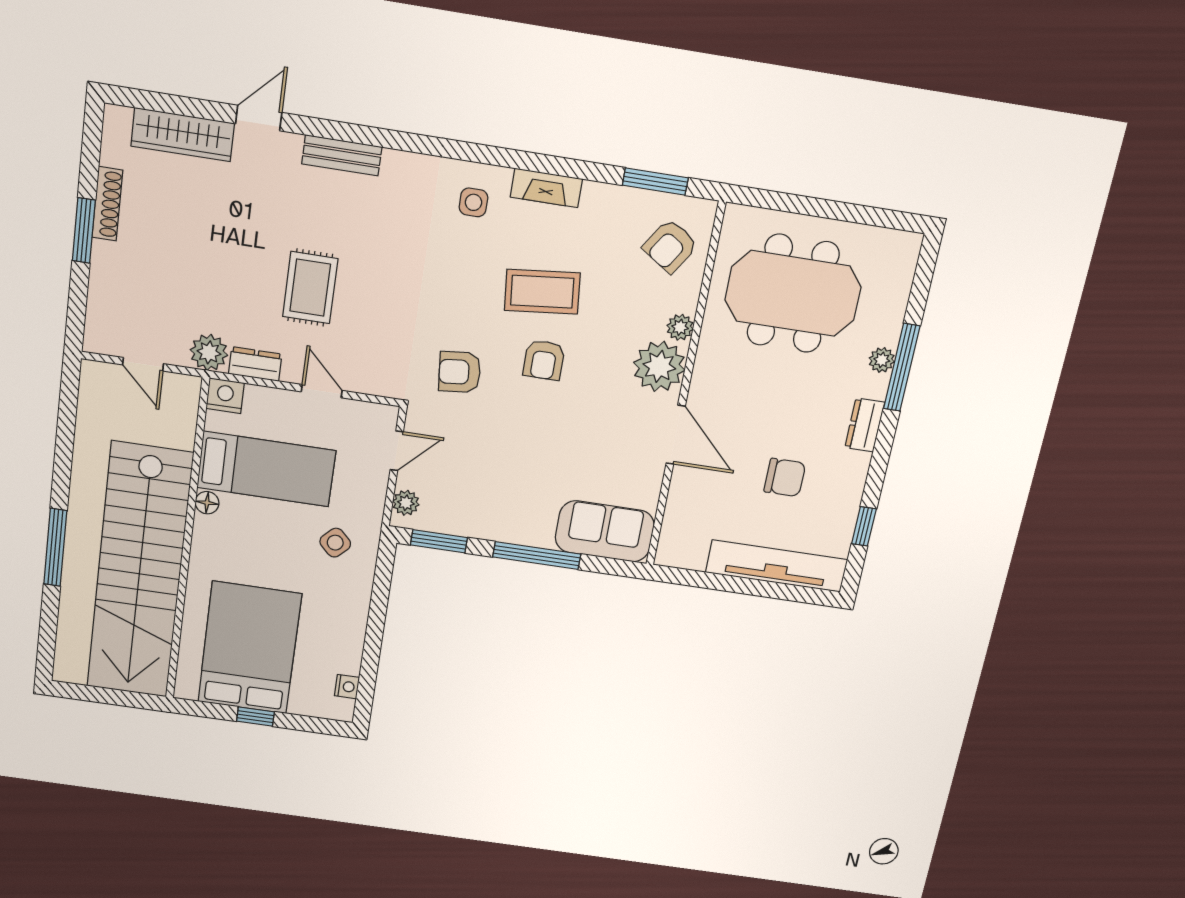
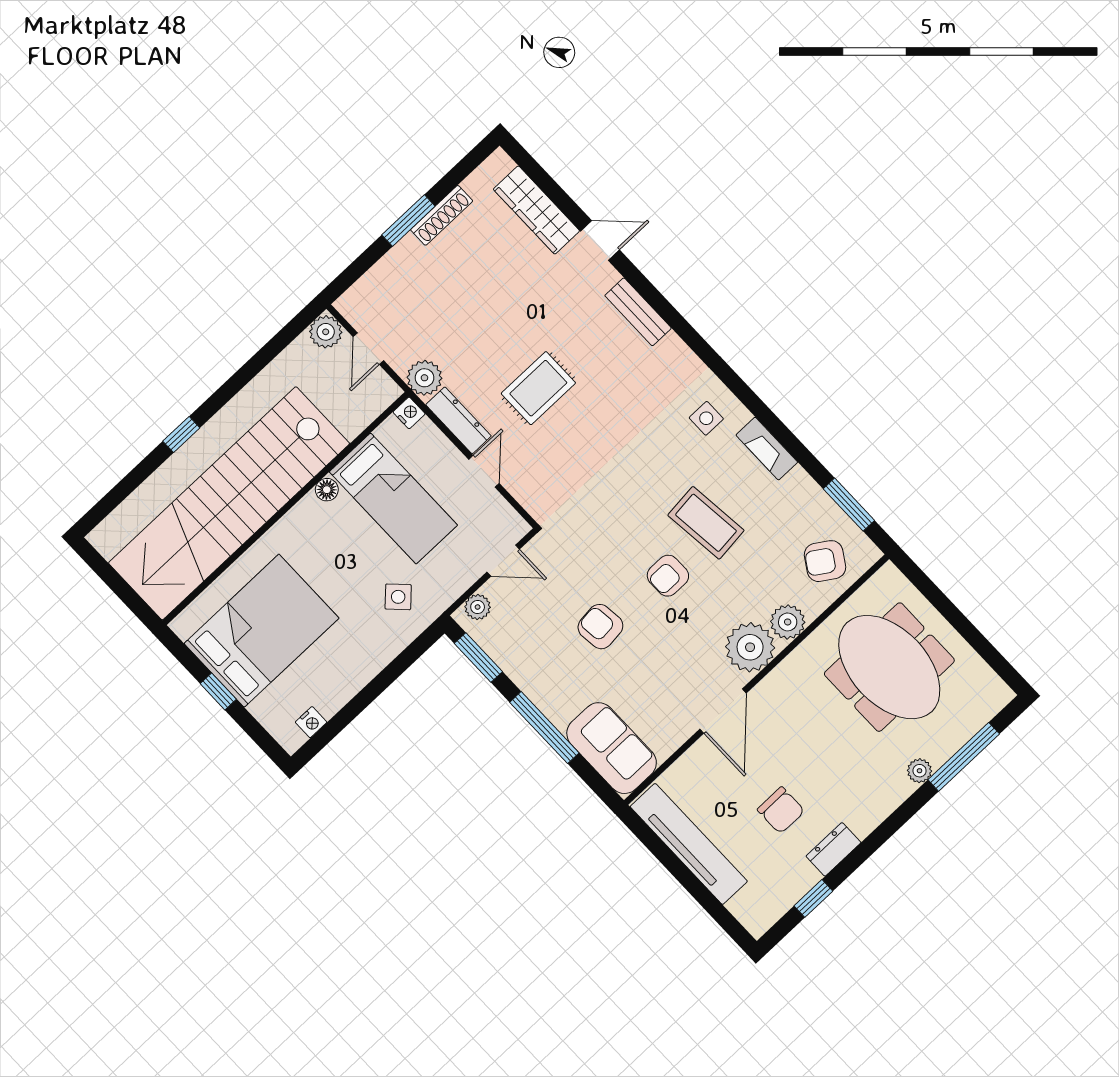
plant: (680, 327) -> (788, 622), width x1.38, depth x1.38
dresser: (255, 364) -> (459, 420), width x1.44
window: (902, 367) -> (964, 757), moved
armchair: (460, 372) -> (600, 627), moved
plant: (97, 378) -> (326, 332), added
nightstand: (225, 396) -> (409, 413), width x0.72, depth x0.74
dresser: (865, 425) -> (833, 849), moved
window: (55, 547) -> (181, 435), width x0.46
tv unit: (776, 566) -> (689, 844), moved

